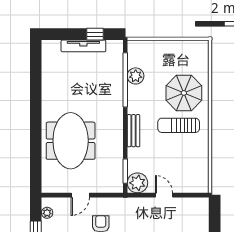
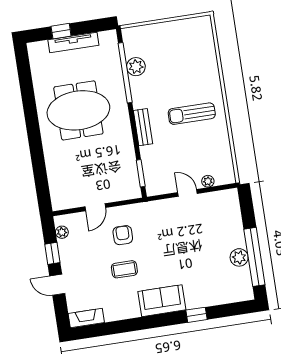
window: (95, 34) -> (61, 31), moved
parasol: (184, 93) -> (192, 77), removed
meeting table: (71, 141) -> (78, 110), moved, turned 90
plant: (137, 183) -> (208, 181), moved, width x0.53, depth x0.53

